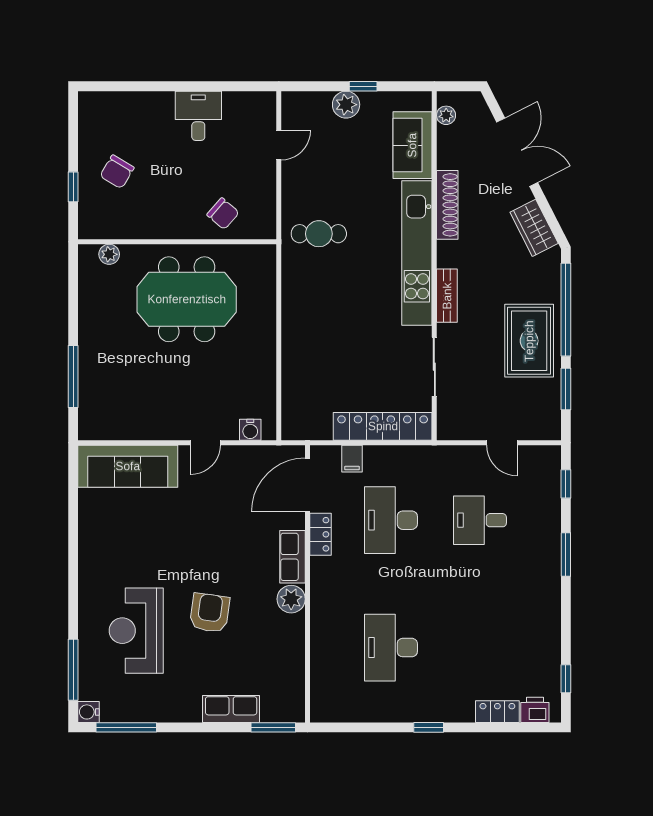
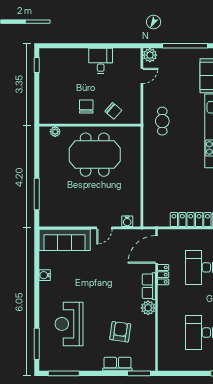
window: (363, 86) -> (185, 46), width x3.17
plant: (346, 105) -> (150, 55), moved
chair: (117, 172) -> (86, 106), moved, turned 149
window: (73, 187) -> (37, 65), moved
cafe table: (319, 234) -> (162, 121), turned 90
filing cabinet: (352, 459) -> (179, 236), removed
armchair: (210, 613) -> (120, 332), moved
water cooler: (88, 712) -> (45, 275), moved

